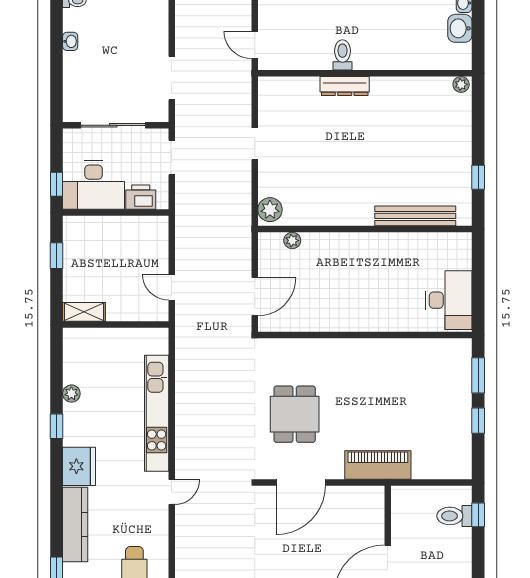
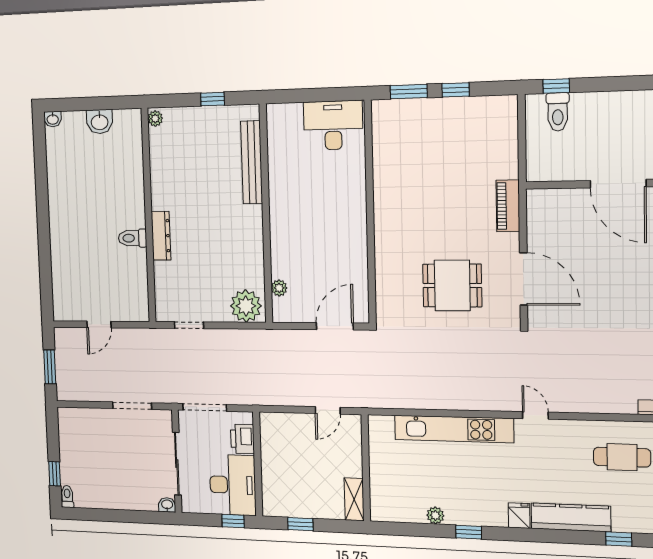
washbasin: (460, 28) -> (100, 122), moved
washbasin: (70, 41) -> (167, 505), moved
toilet: (343, 55) -> (133, 238), moved
wall: (365, 73) -> (149, 216), moved
plant: (461, 84) -> (155, 118), moved
dresser: (345, 86) -> (161, 236), moved
doorway: (172, 158) -> (205, 407), width x1.38
plant: (270, 210) -> (246, 306), width x1.36, depth x1.36
door: (255, 297) -> (335, 326), hinge flipped
piano: (378, 465) -> (508, 206), width x0.73, depth x0.75
fridge: (79, 466) -> (519, 515), width x0.53, depth x0.75

